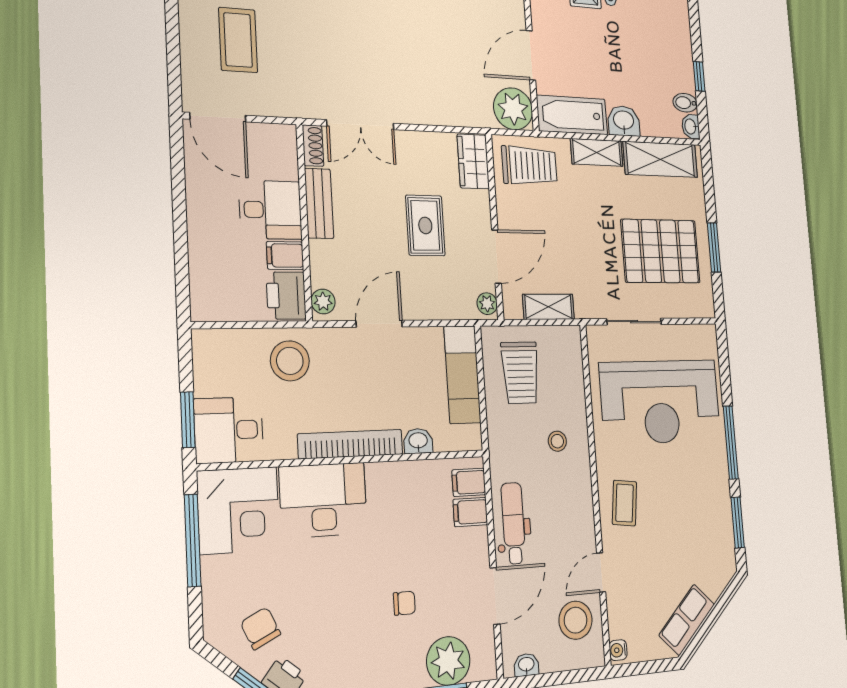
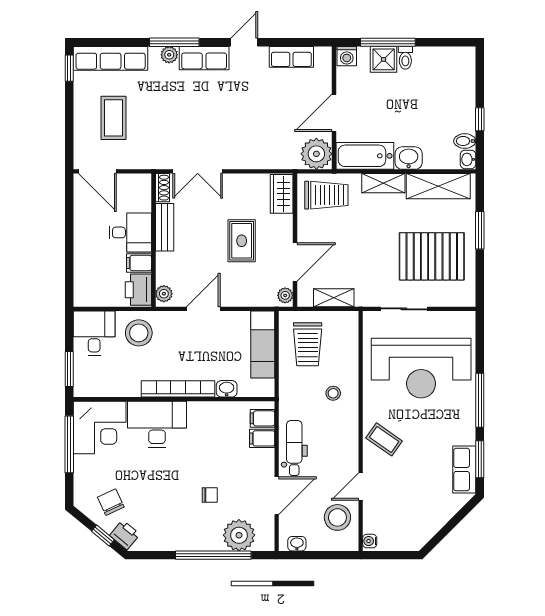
window: (714, 247) -> (480, 230), moved
desk: (229, 430) -> (94, 333), moved, turned 90
coffee table: (624, 503) -> (384, 439), turned -62
row of seats: (687, 620) -> (464, 469), moved, turned -45

